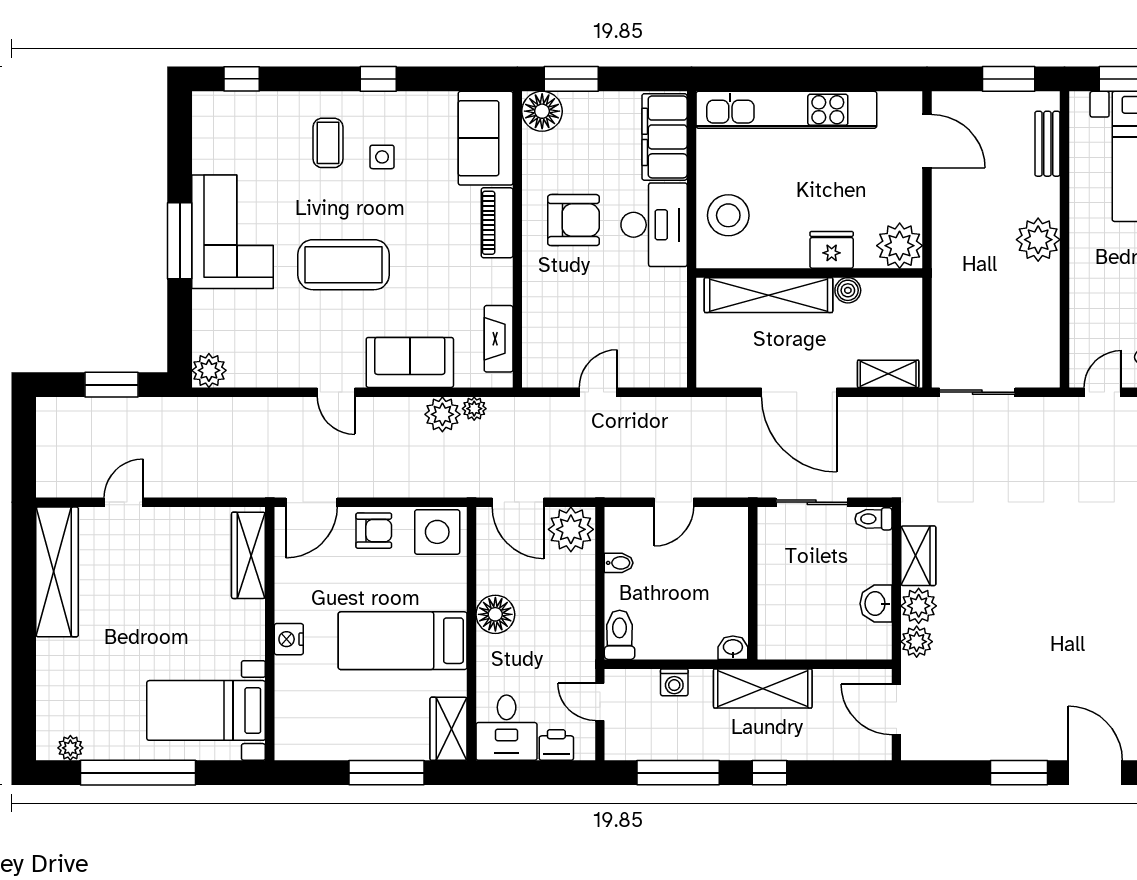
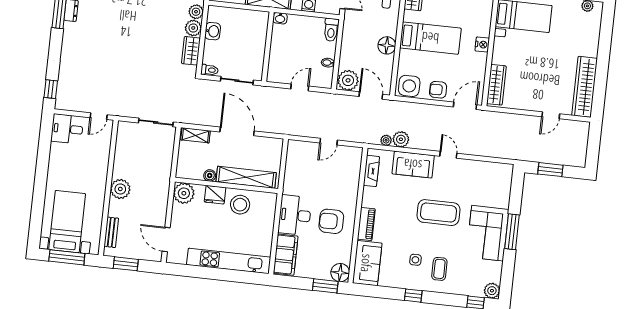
stool: (728, 215) -> (240, 205), moved
plant: (209, 370) -> (492, 291), moved

